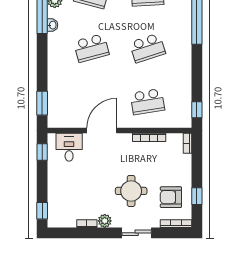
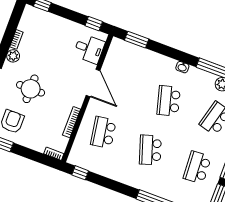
washbasin: (52, 25) -> (182, 67), moved

